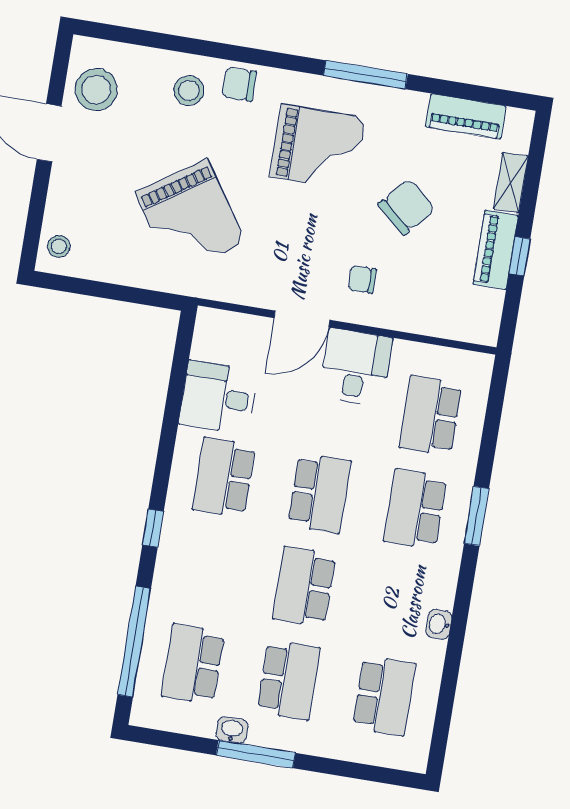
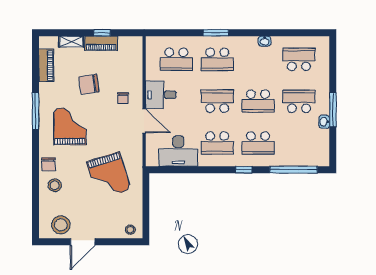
chair: (407, 207) -> (89, 84), turned -49
grand piano: (190, 217) -> (109, 176), turned 107
desk: (218, 397) -> (178, 151), width x1.37
school desk: (193, 664) -> (258, 143), moved

